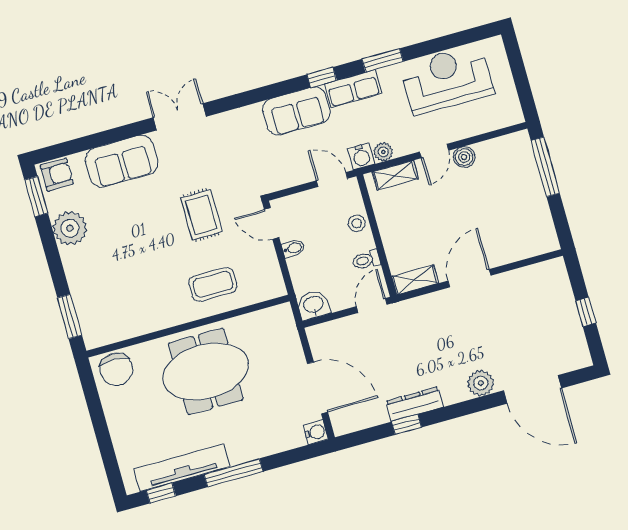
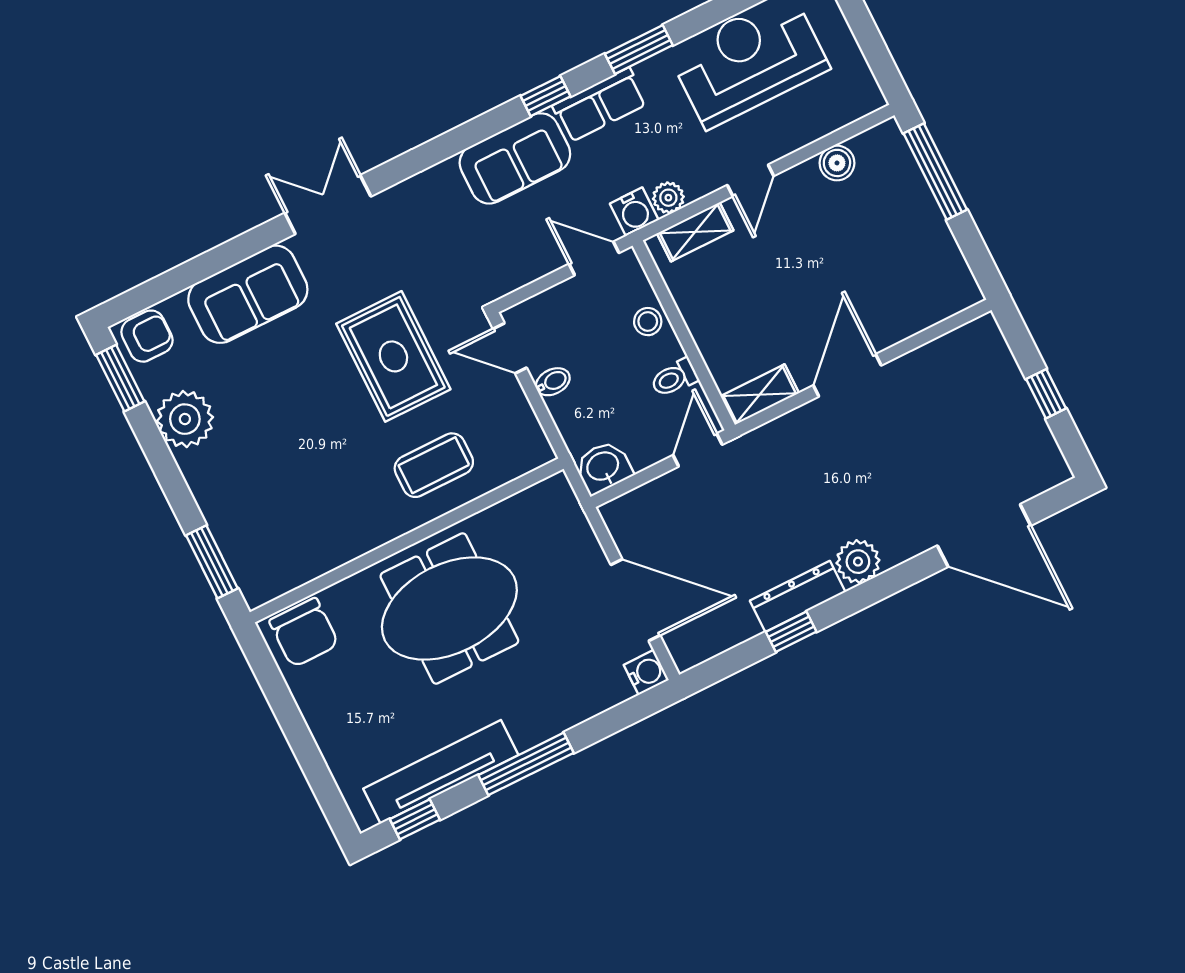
boiler: (464, 157) -> (837, 163), moved
rug: (201, 215) -> (393, 356), width x1.36, depth x1.43
plant: (481, 383) -> (858, 562), moved

